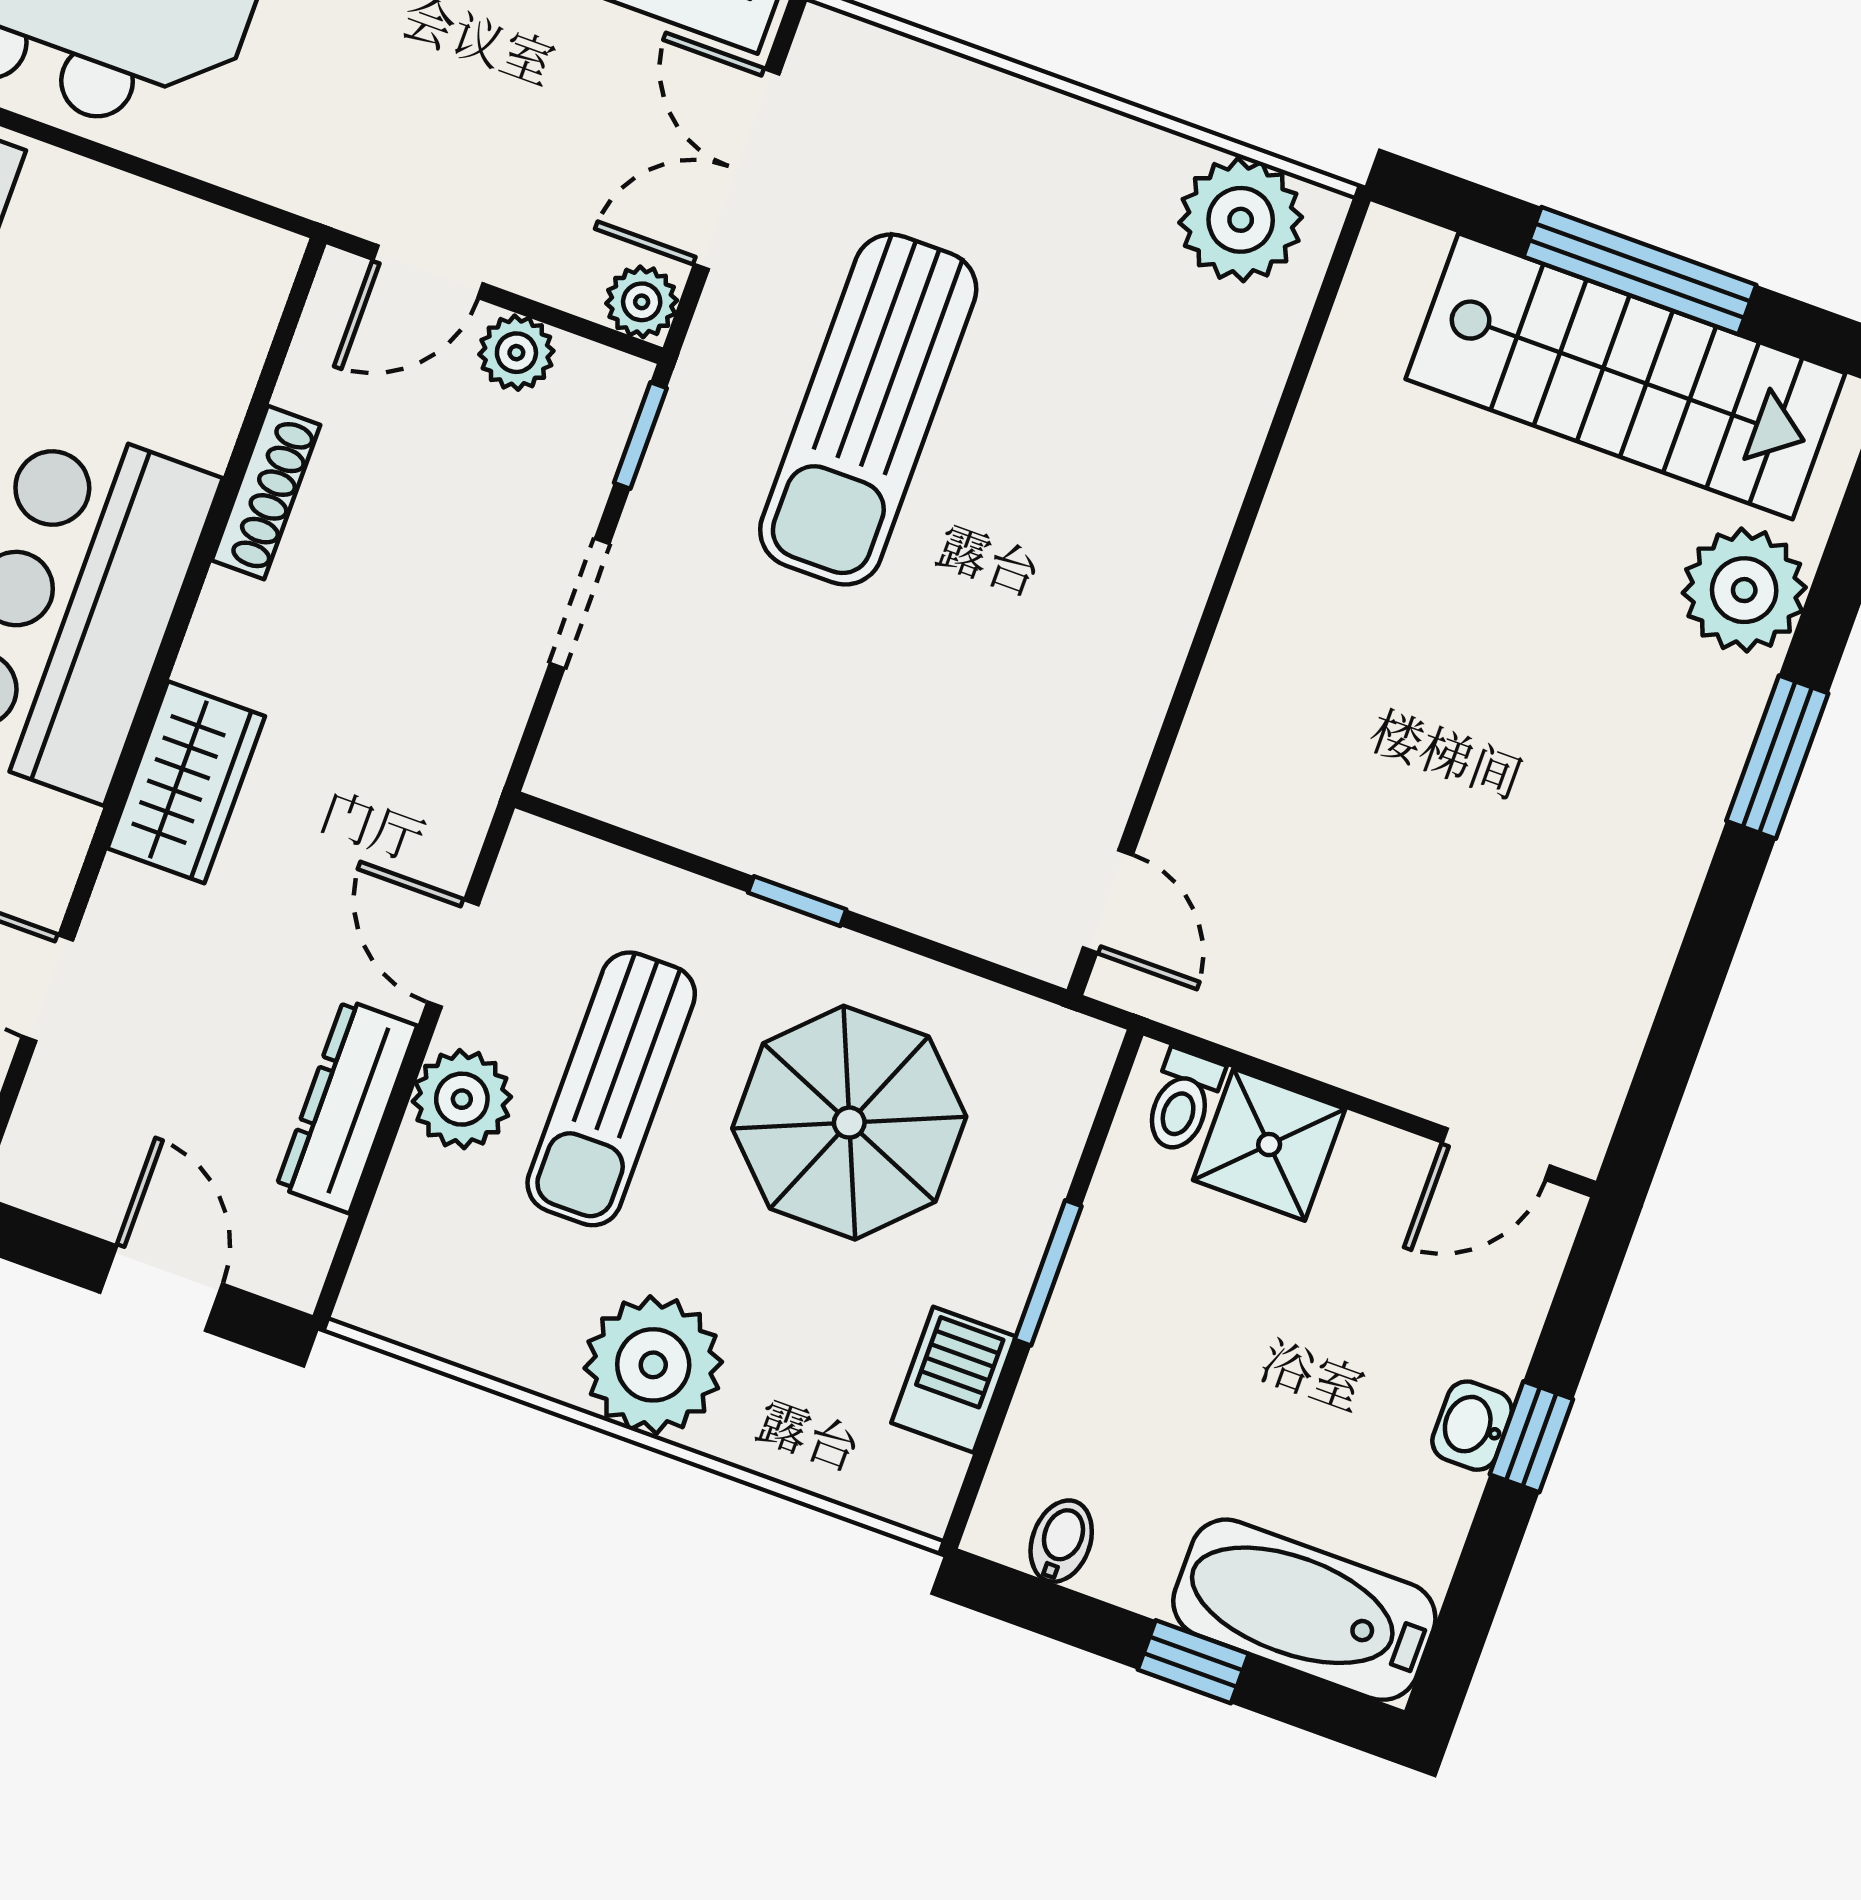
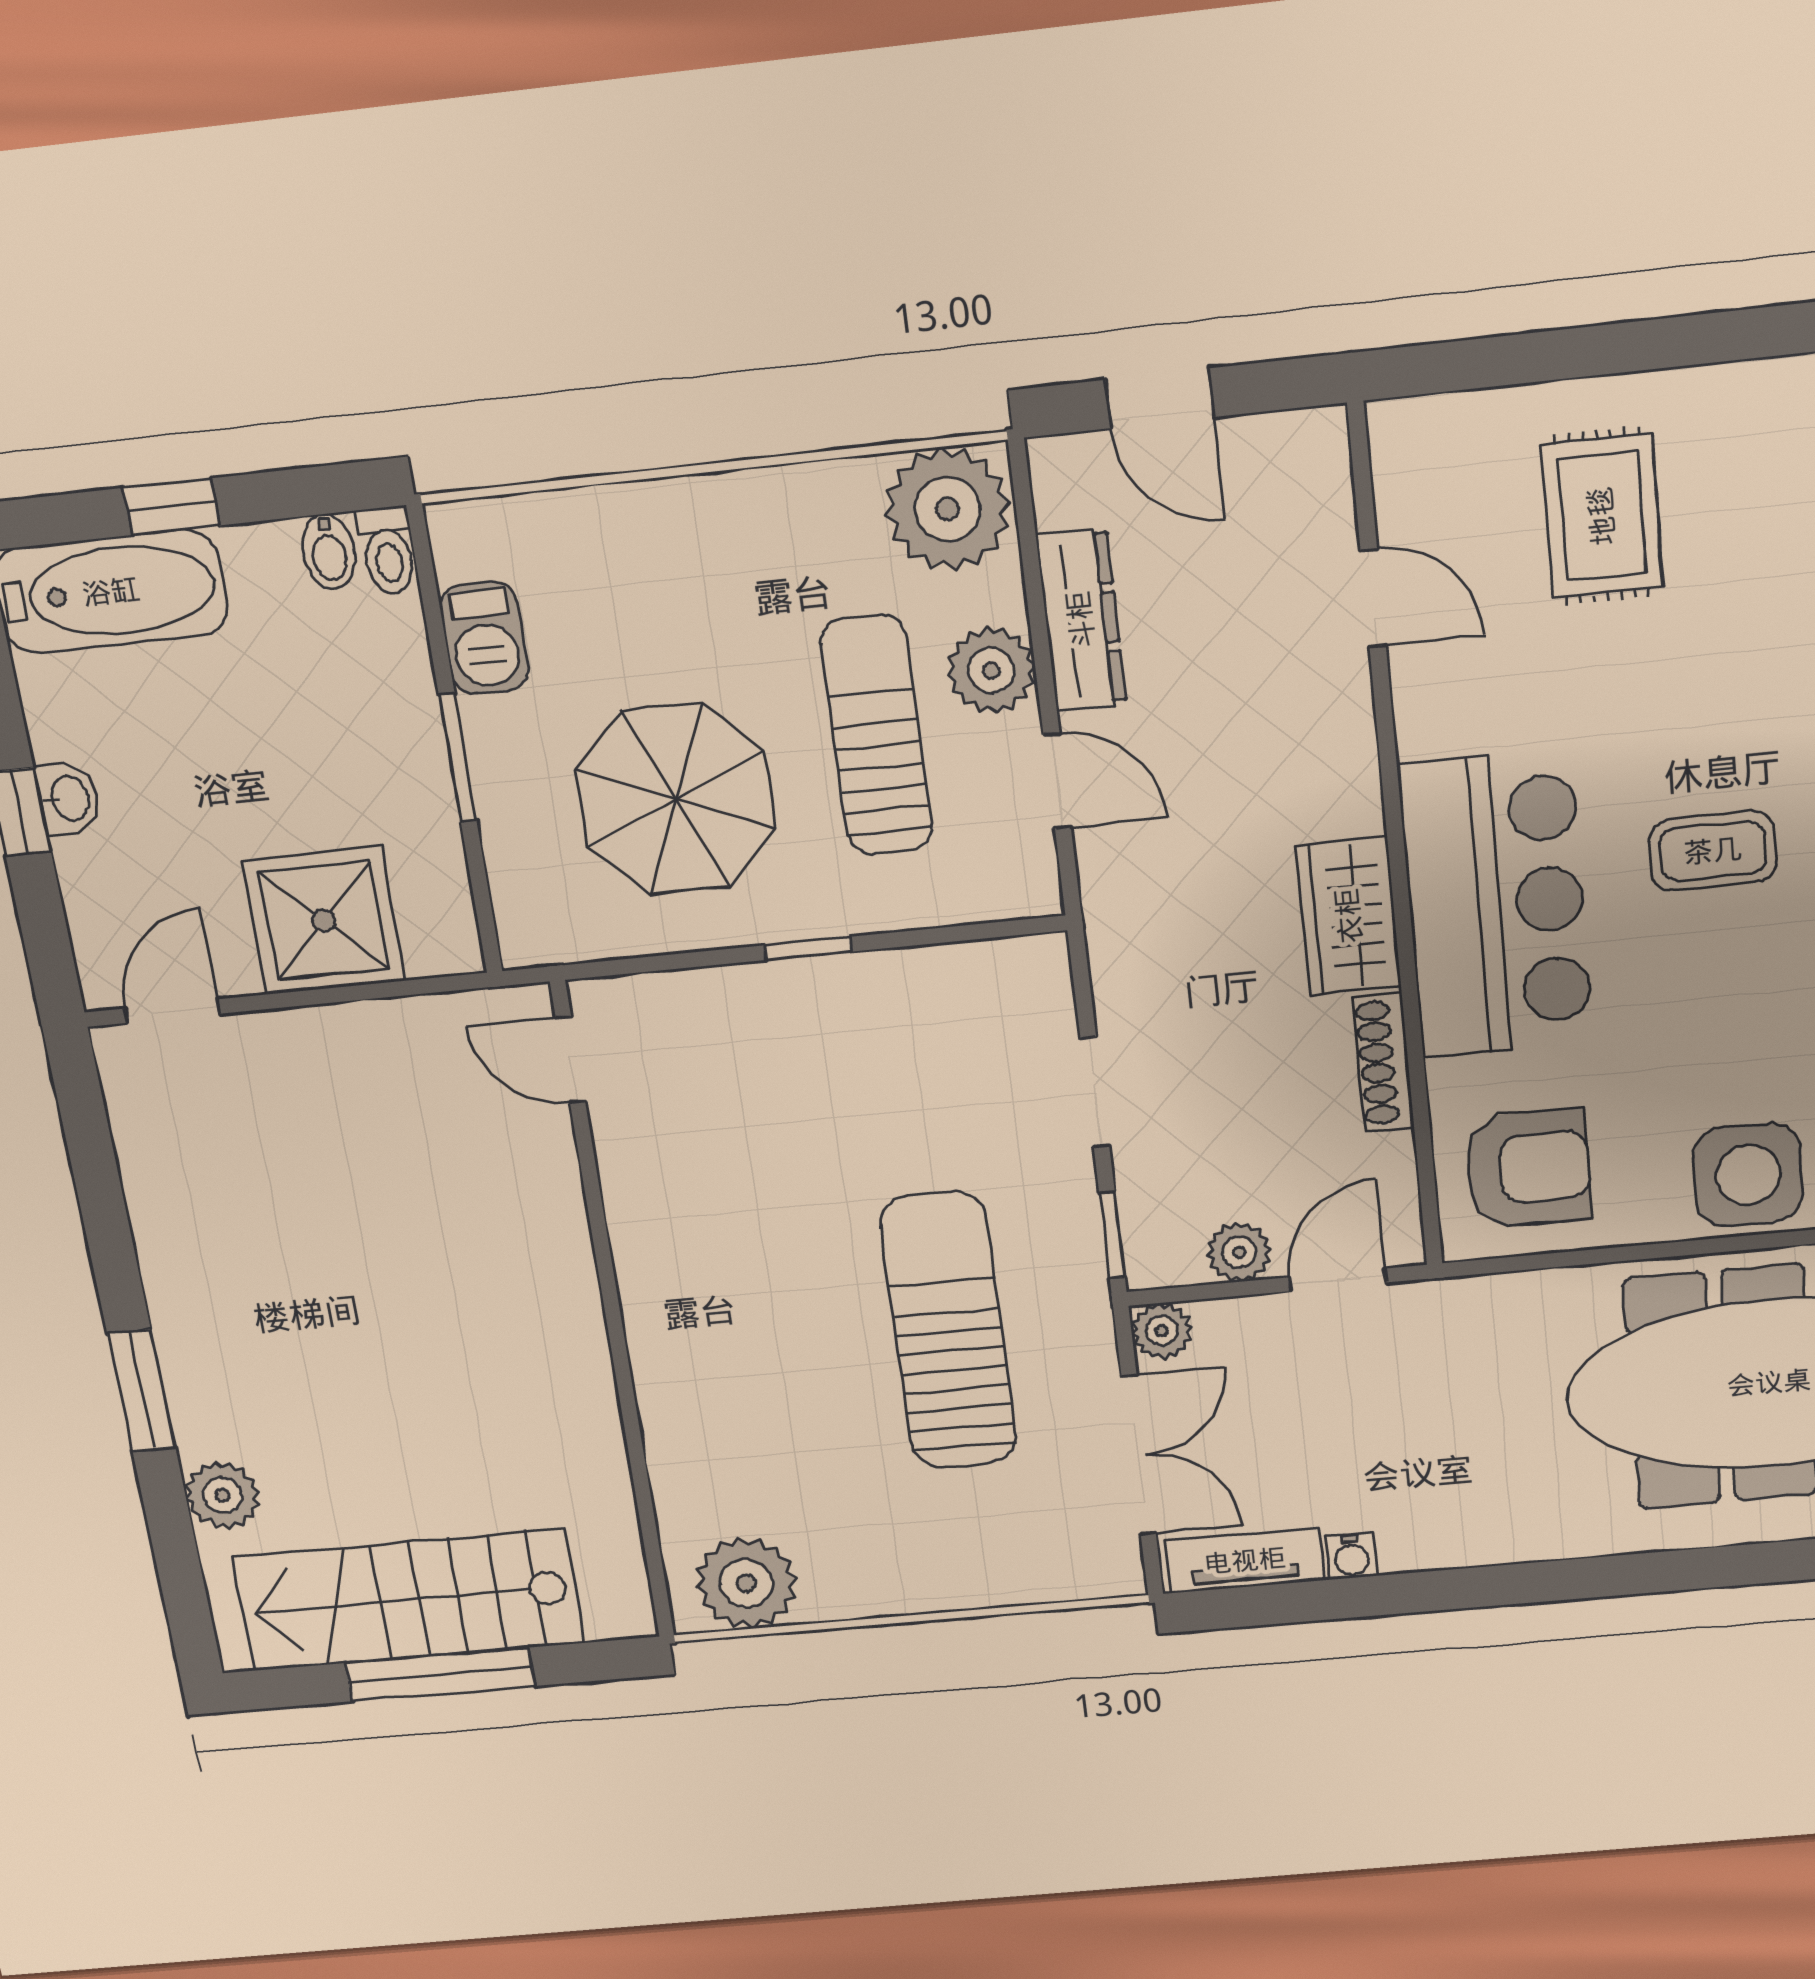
armchair: (171, 303) -> (1528, 1168), added
plant: (1744, 590) -> (222, 1495), width x0.73, depth x0.73
wardrobe: (186, 782) -> (1349, 916), moved
toilet: (1183, 1101) -> (387, 551), moved, turned 180
shower: (1269, 1145) -> (324, 921), width x1.36, depth x1.36
plant: (653, 1365) -> (947, 509), moved

